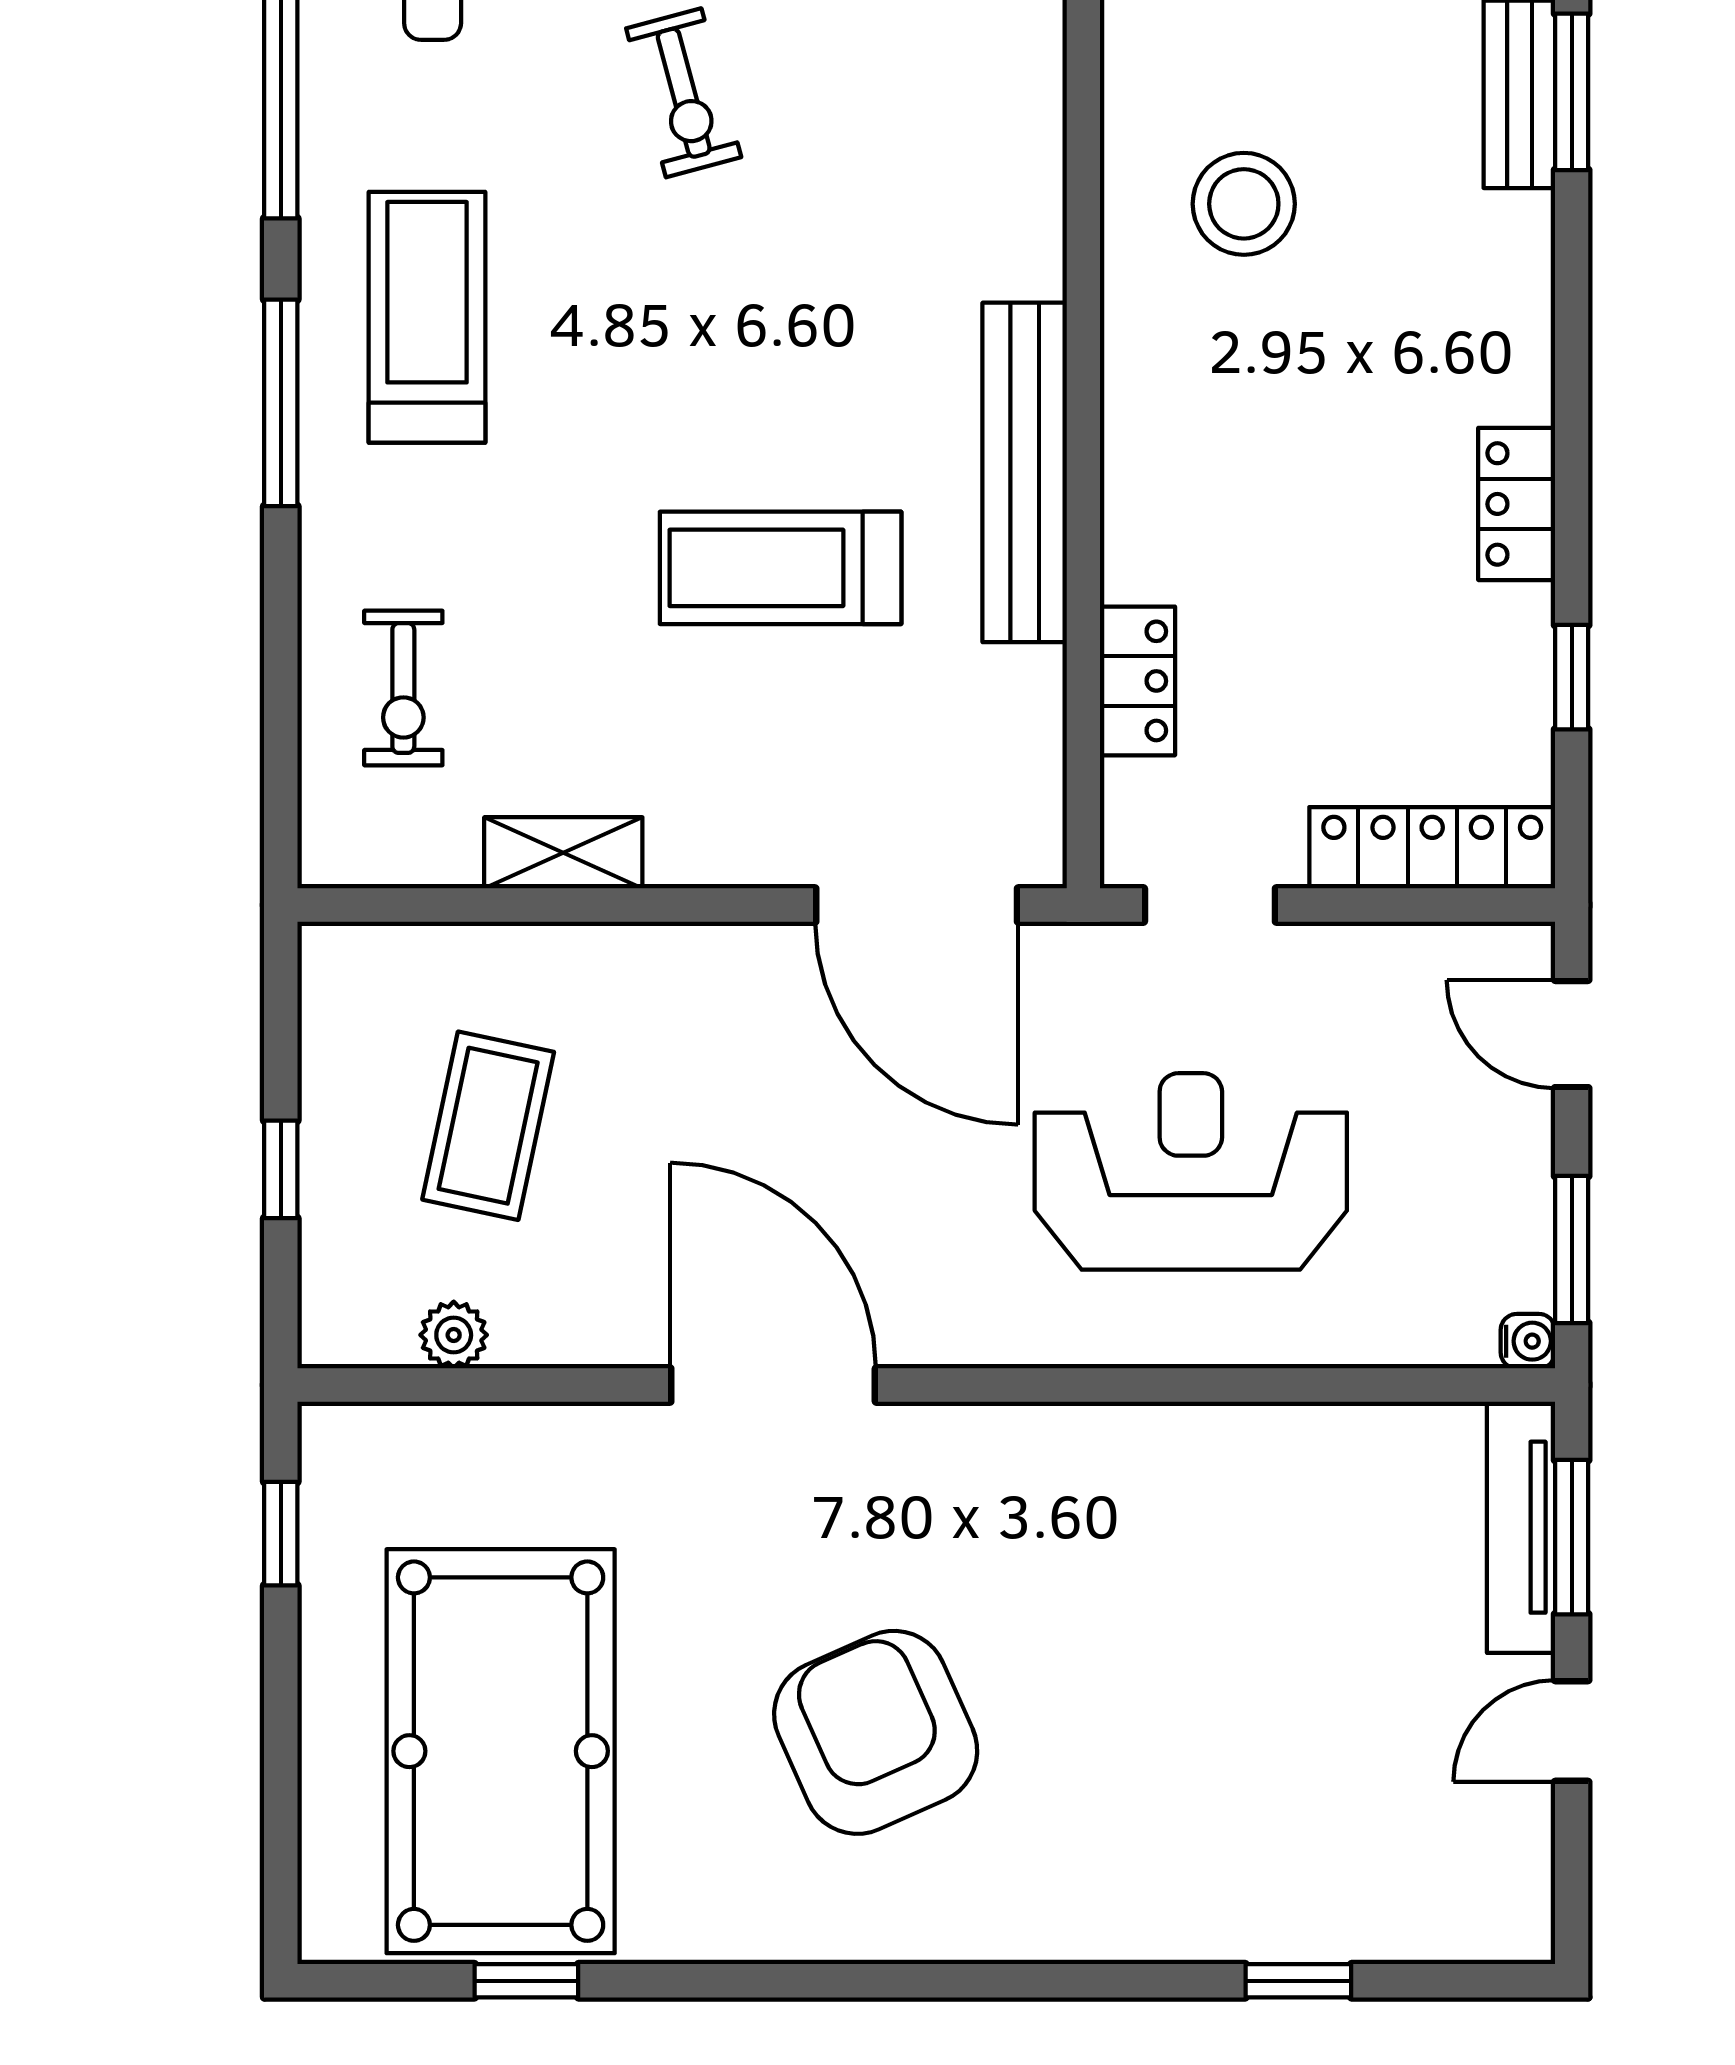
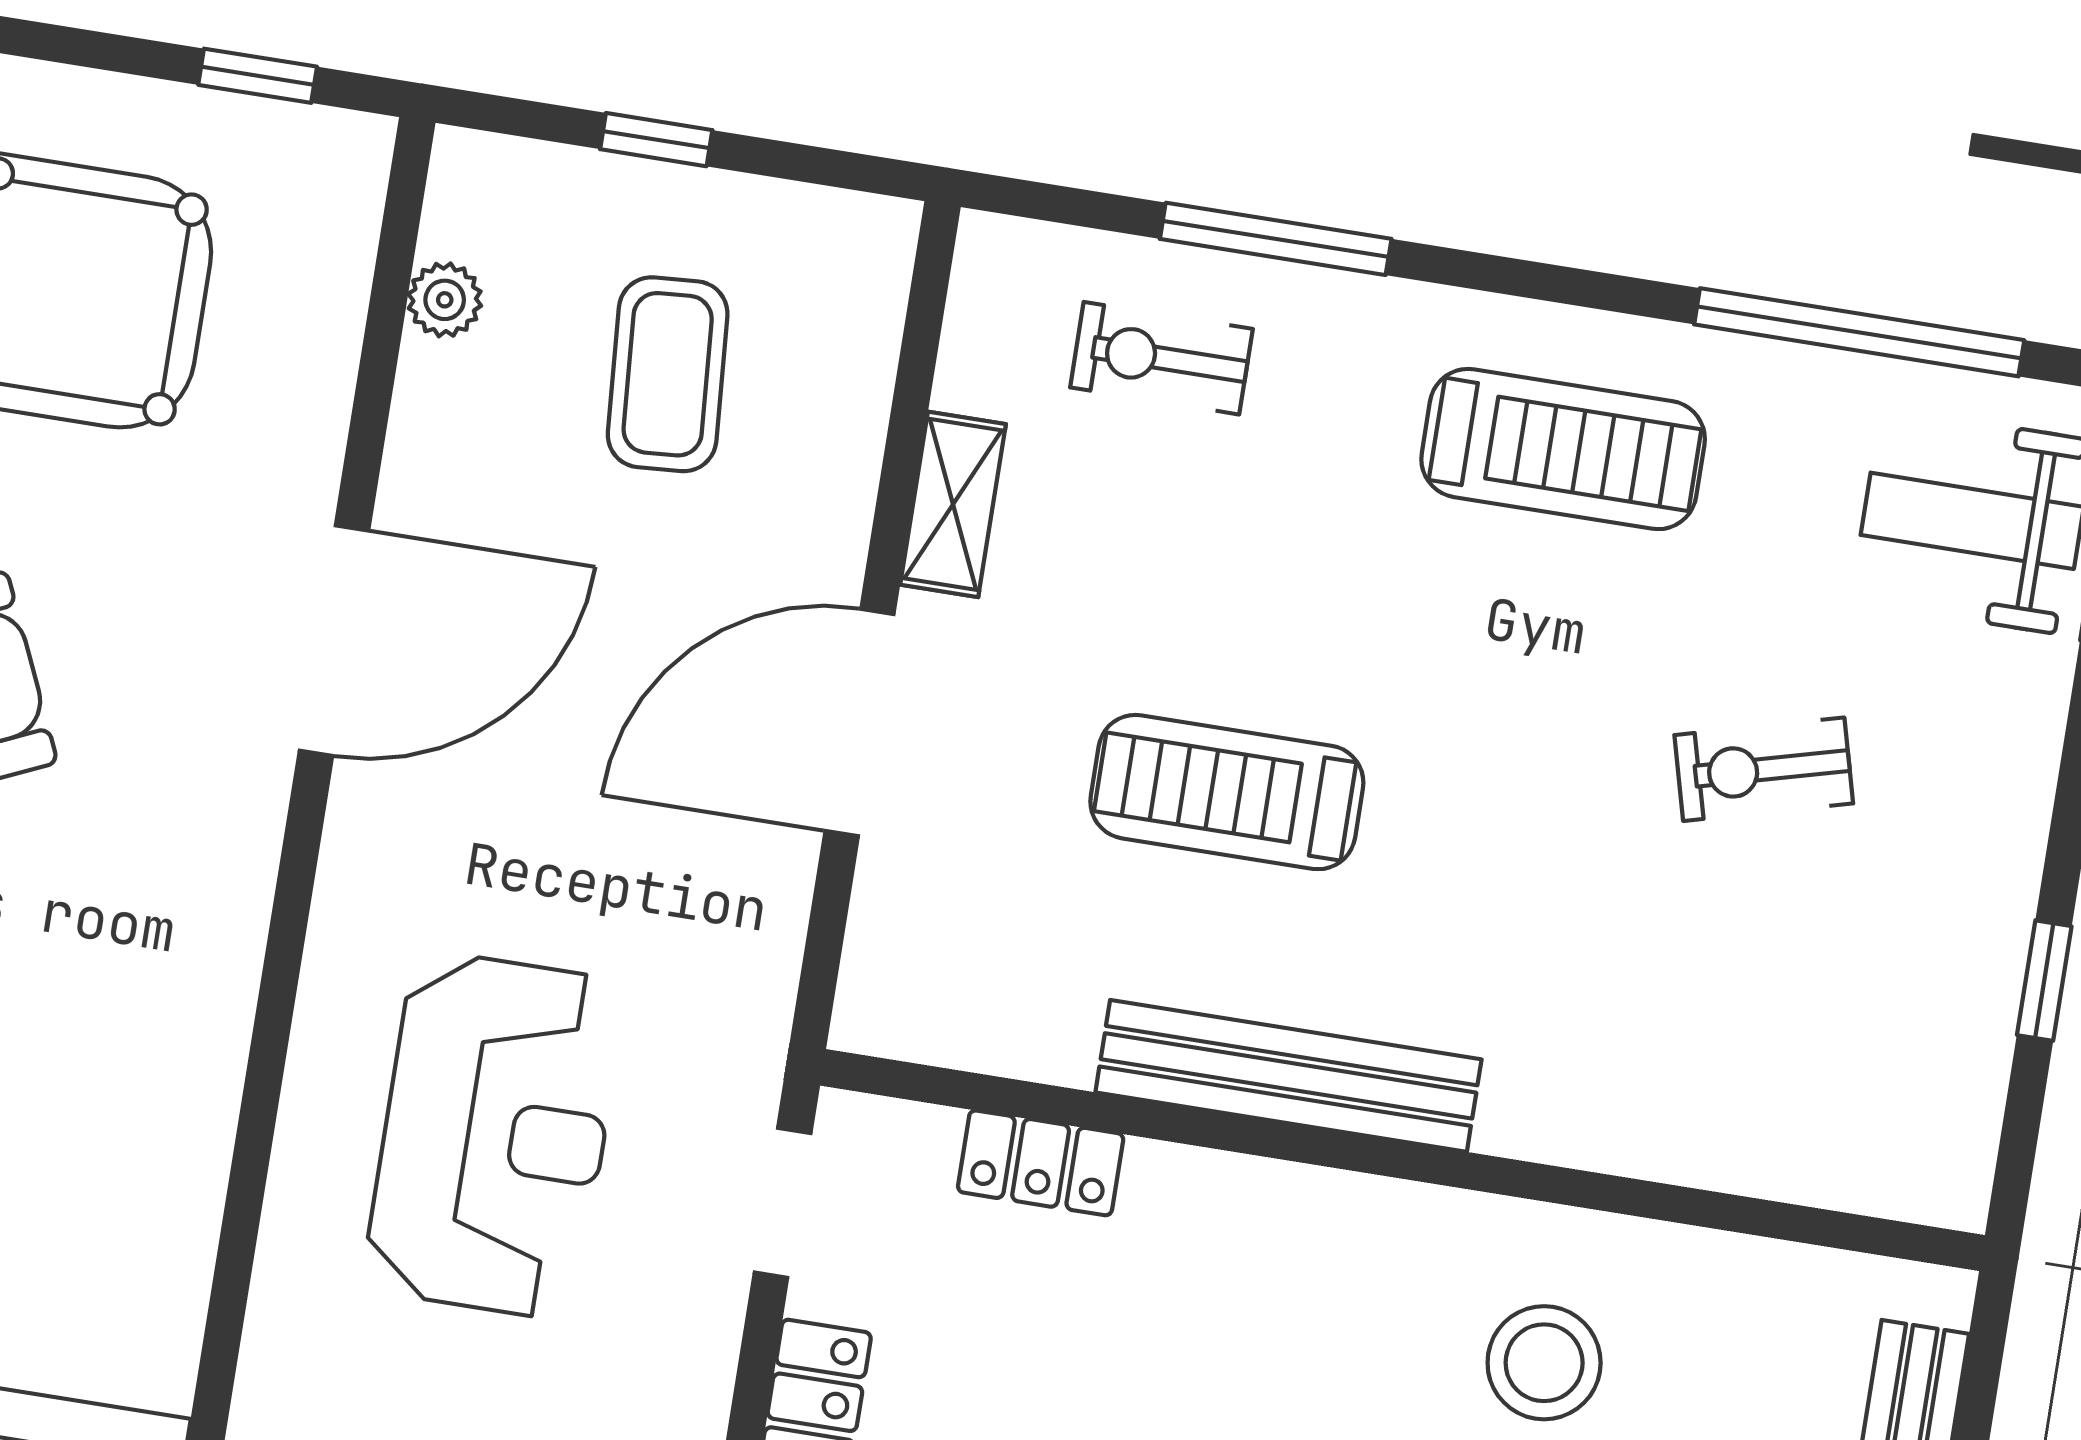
window: (281, 403) -> (1276, 239), moved
treadmill: (781, 568) -> (1227, 792), turned -90
door: (917, 905) -> (860, 723), moved
coffee table: (488, 1126) -> (668, 374), turned 74

